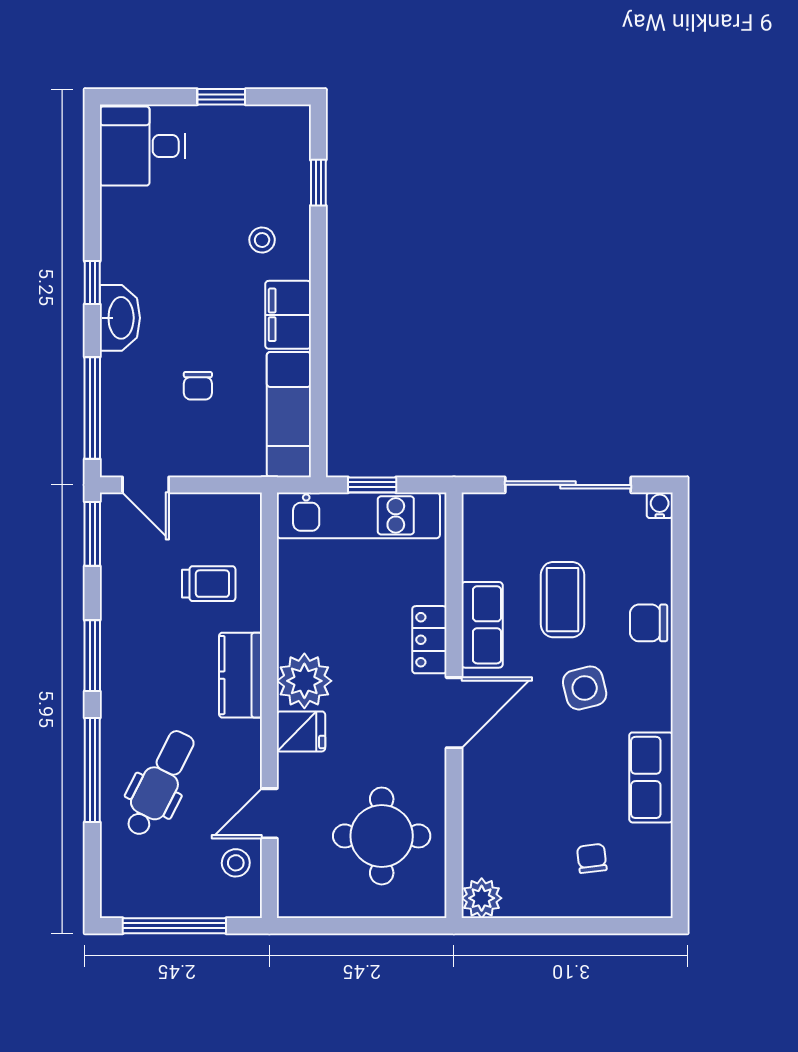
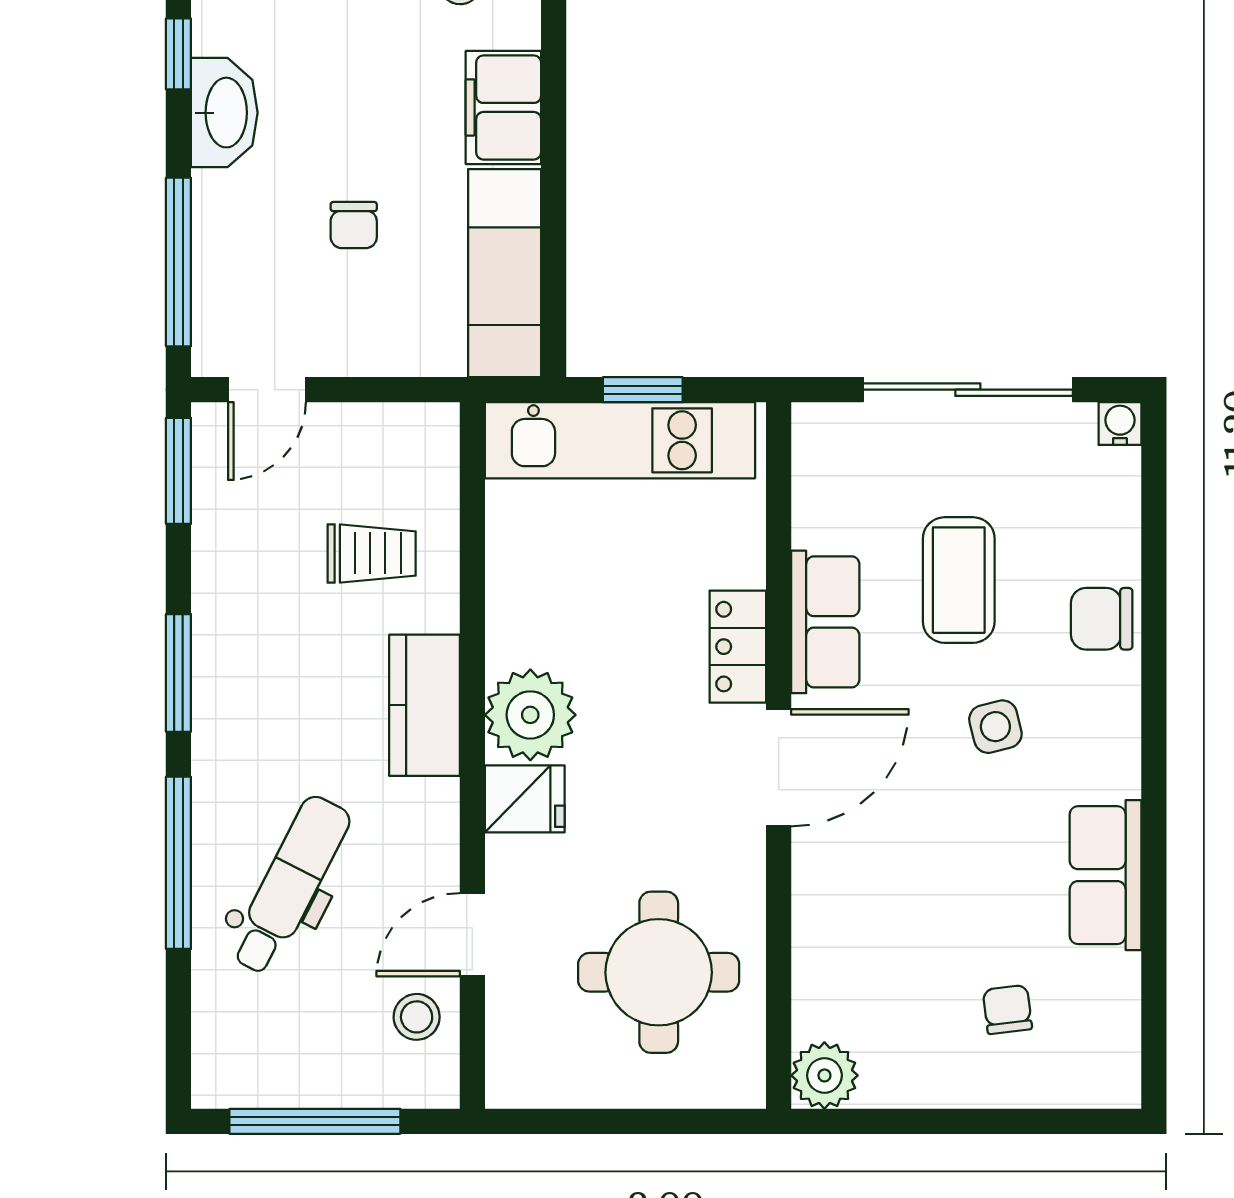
door: (146, 485) -> (267, 390), hinge flipped
side table: (585, 688) -> (995, 727), width x0.73, depth x0.73

